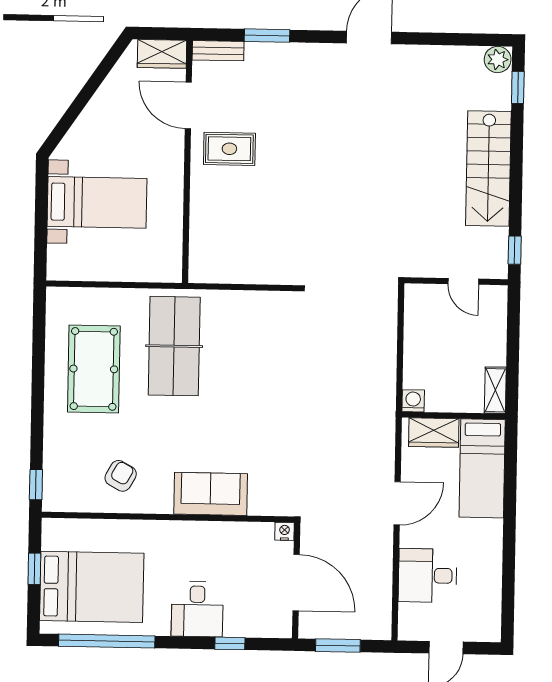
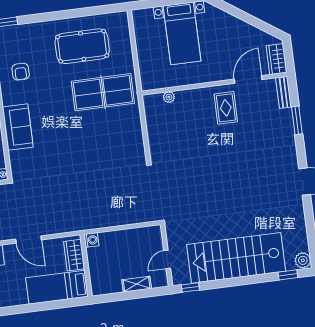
stairs: (488, 168) -> (236, 258), width x1.36, depth x1.51
plant: (198, 239) -> (169, 97), added
shelving: (495, 390) -> (137, 284), moved
armchair: (121, 476) -> (21, 72), turned 61

